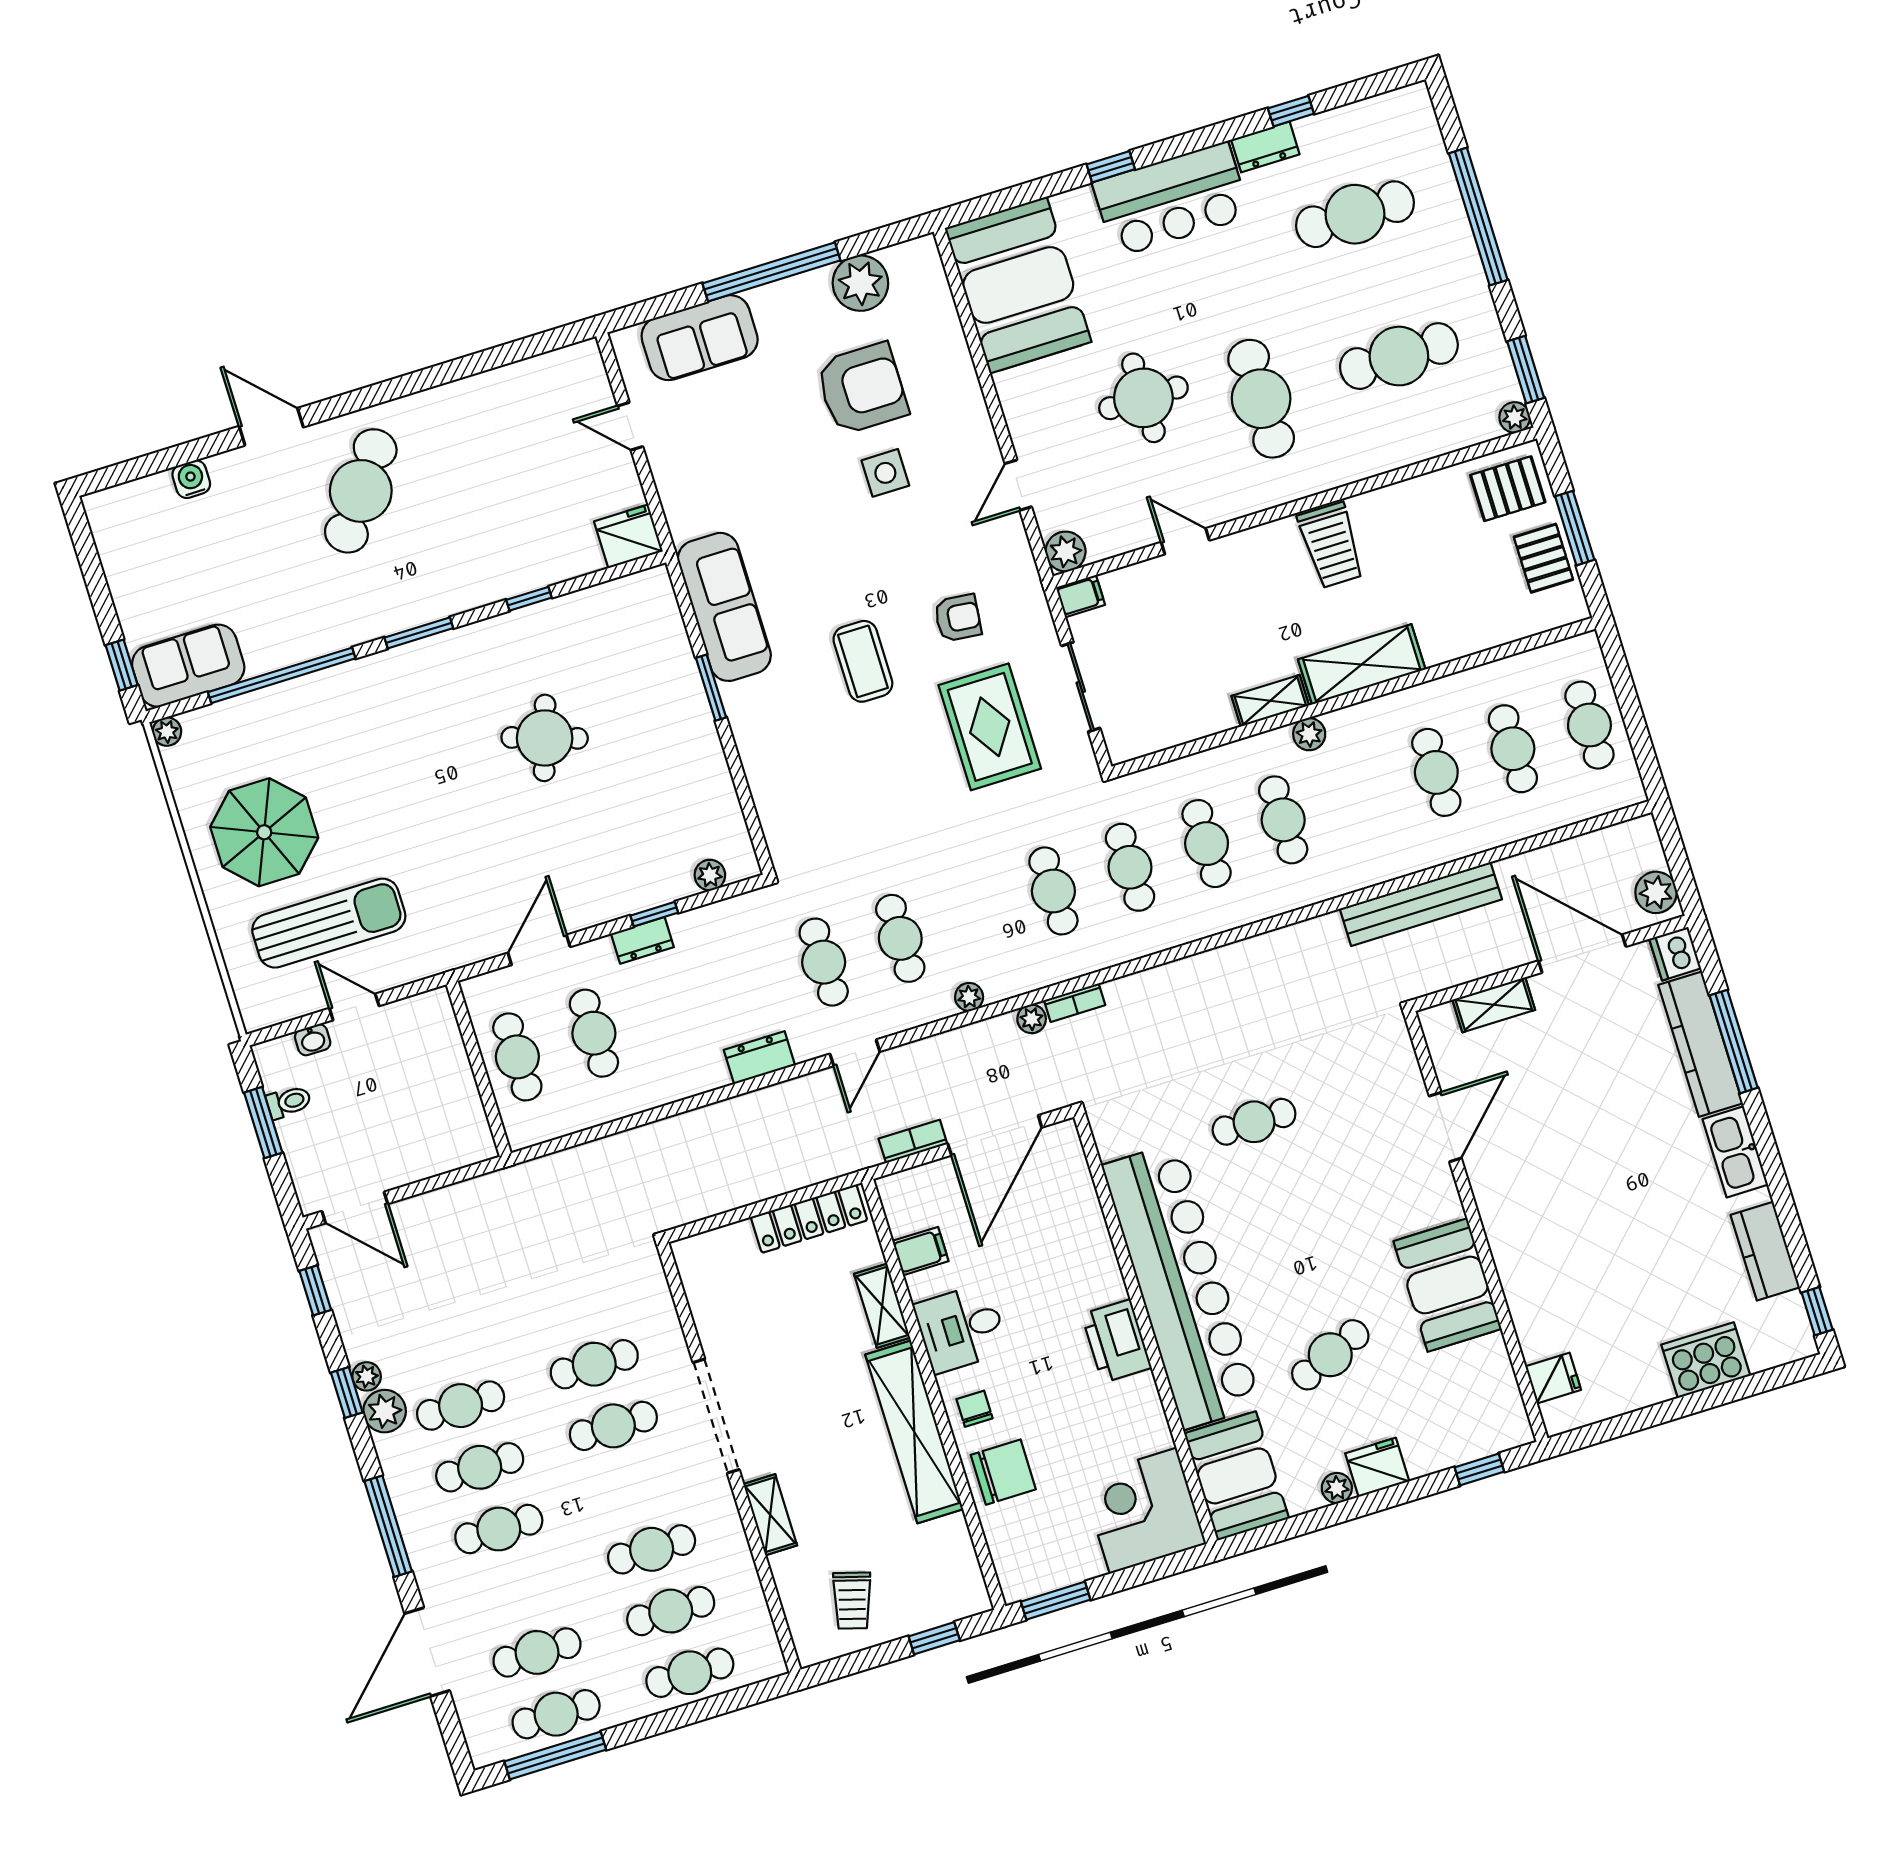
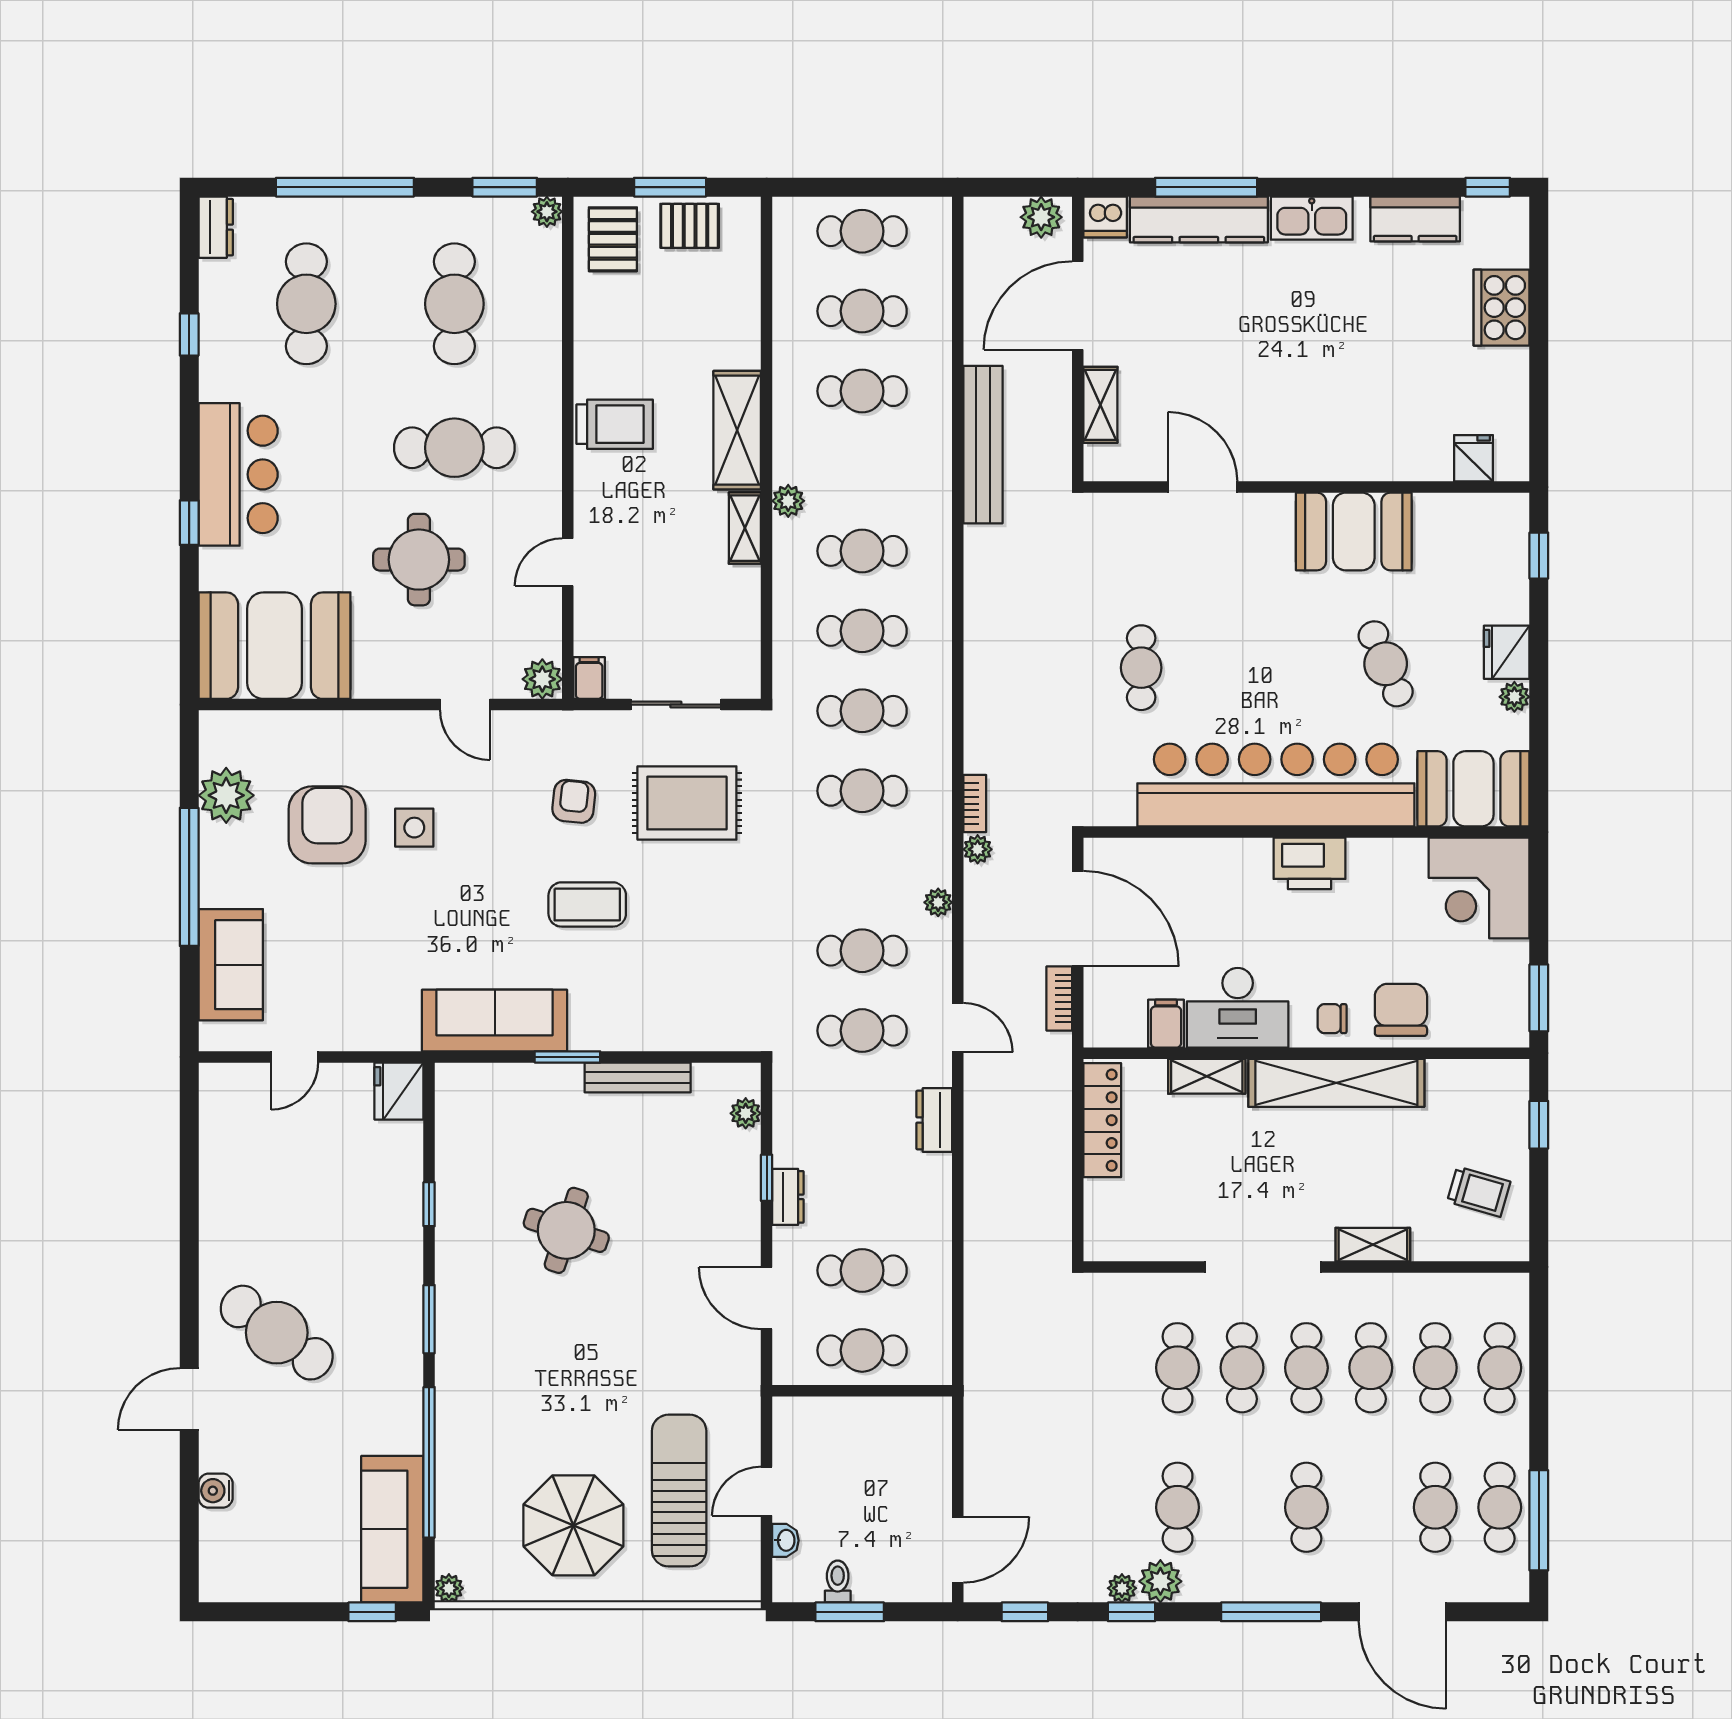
dresser: (1265, 147) -> (216, 227), moved
sofa: (188, 666) -> (392, 1529), width x1.36
bench: (712, 761) -> (638, 1077), added
desk: (961, 1328) -> (1238, 1008), width x1.37
cafe table: (480, 1467) -> (1306, 1368), moved

